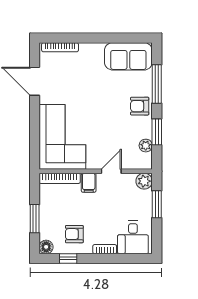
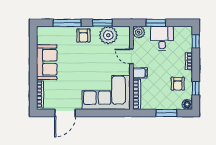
sofa: (128, 56) -> (47, 62), moved
plant: (146, 146) -> (108, 35), width x1.88, depth x1.88
desk: (133, 237) -> (162, 38), moved, turned -90
window: (132, 258) -> (196, 41), added

